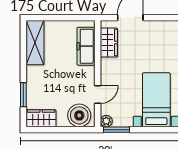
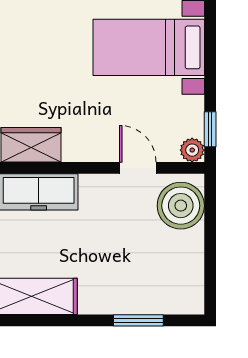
wardrobe: (41, 118) -> (187, 284), removed
window: (116, 130) -> (210, 129), width x0.67

